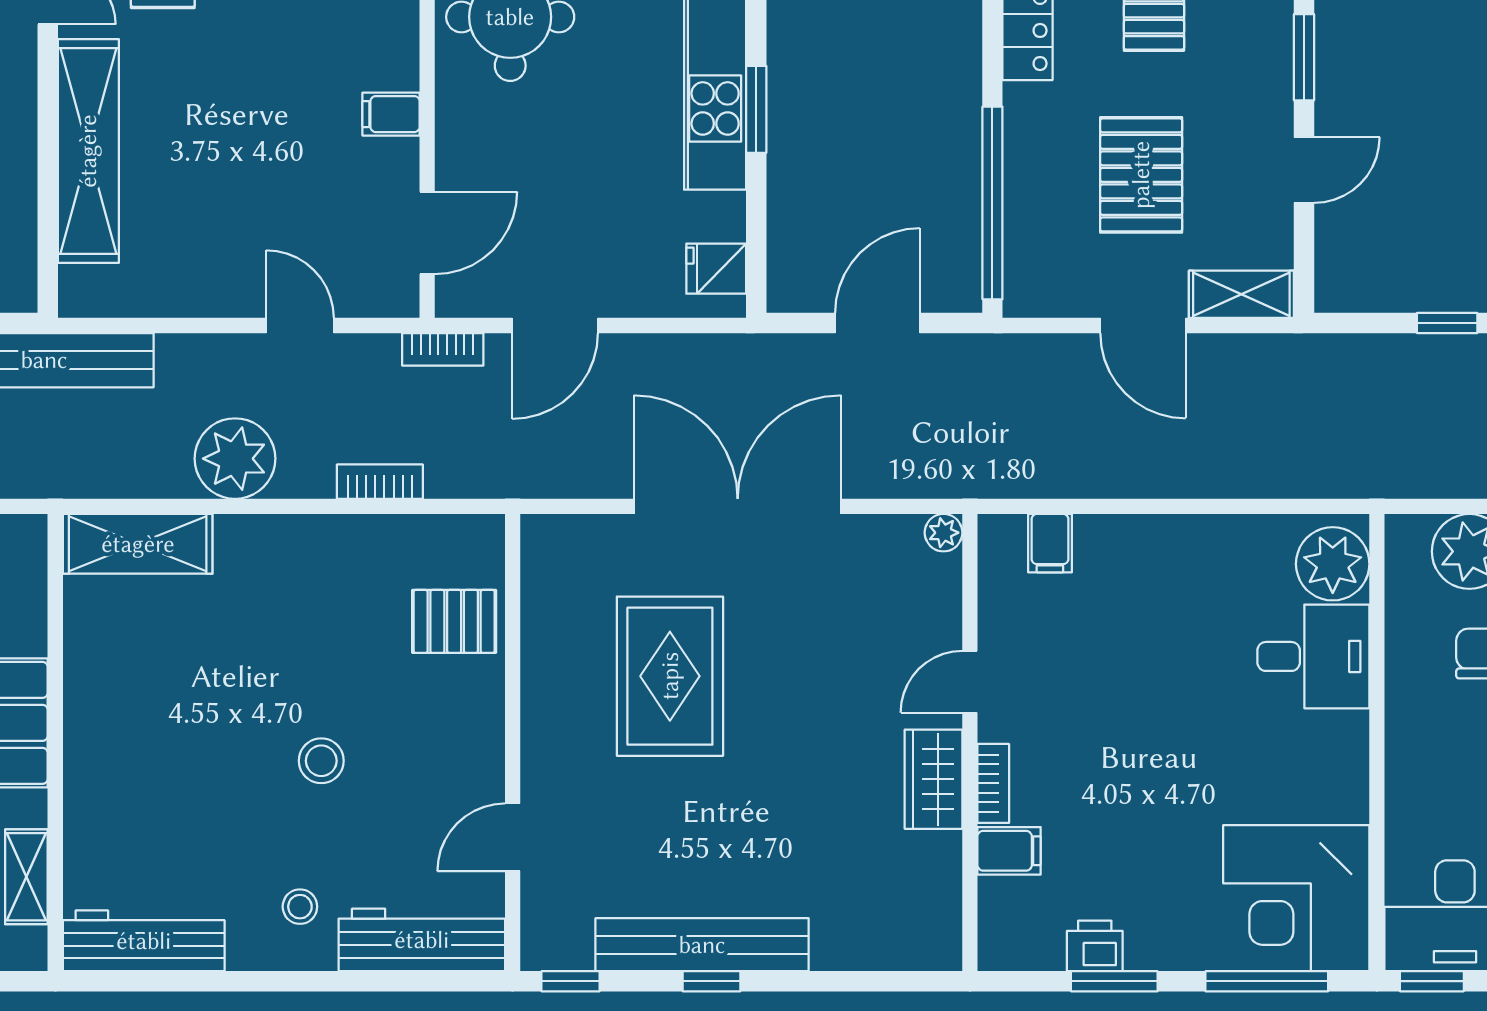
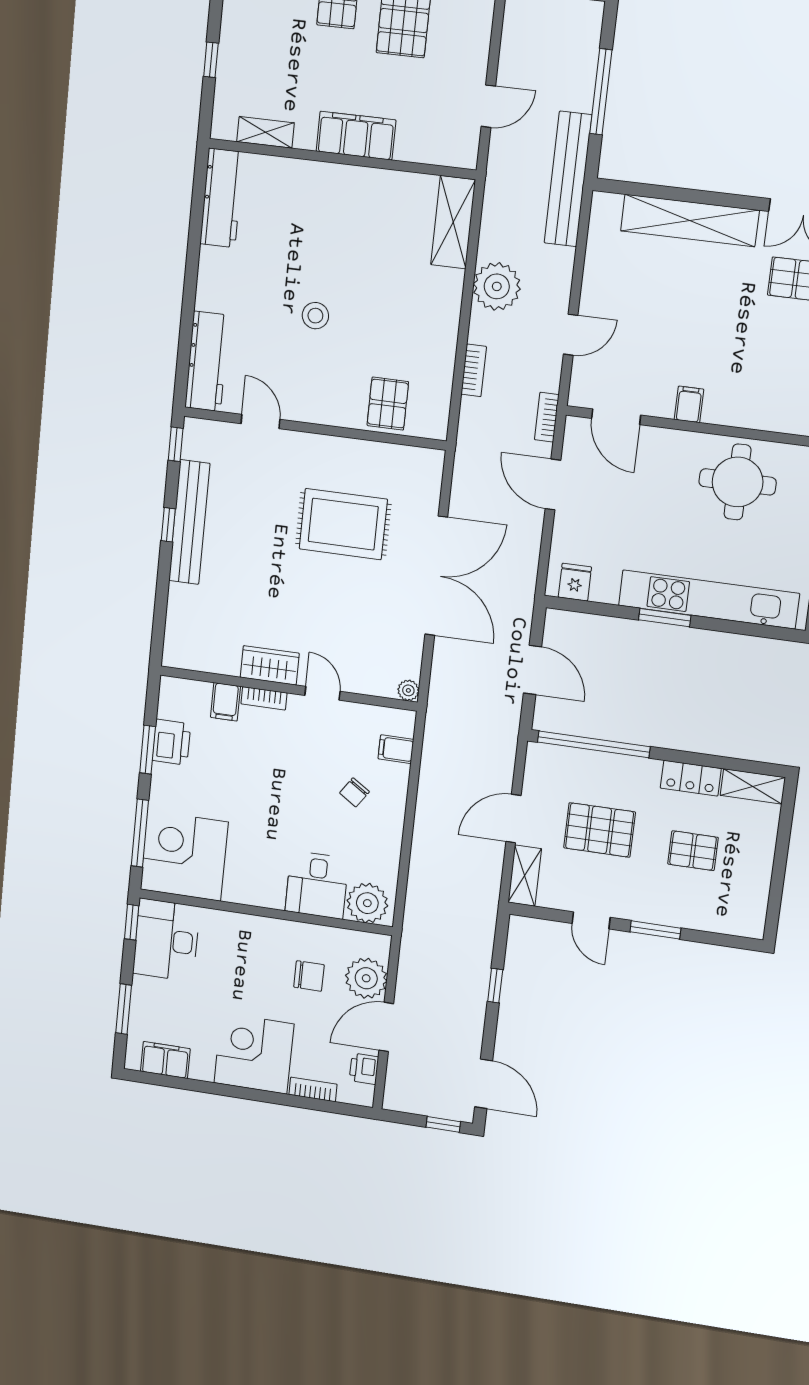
chair: (1137, 607) -> (354, 792), added
stool: (300, 907) -> (233, 293), removed
printer: (1095, 946) -> (171, 742), width x1.36, depth x1.24

